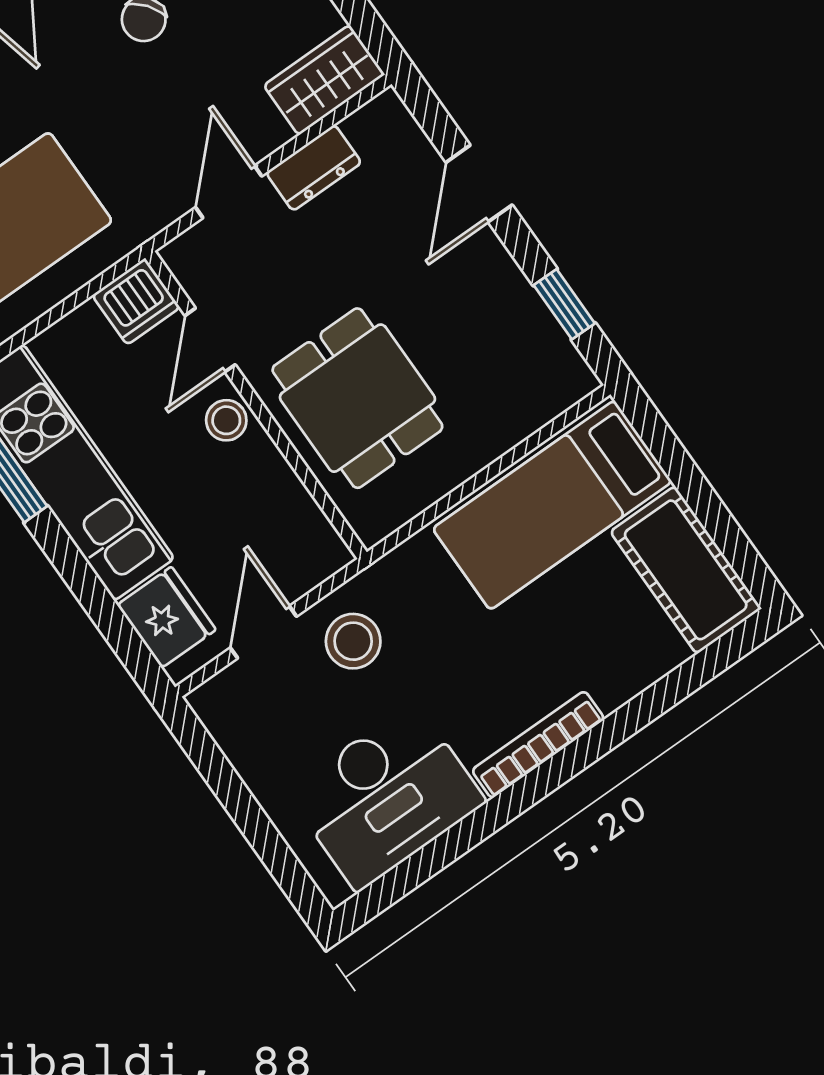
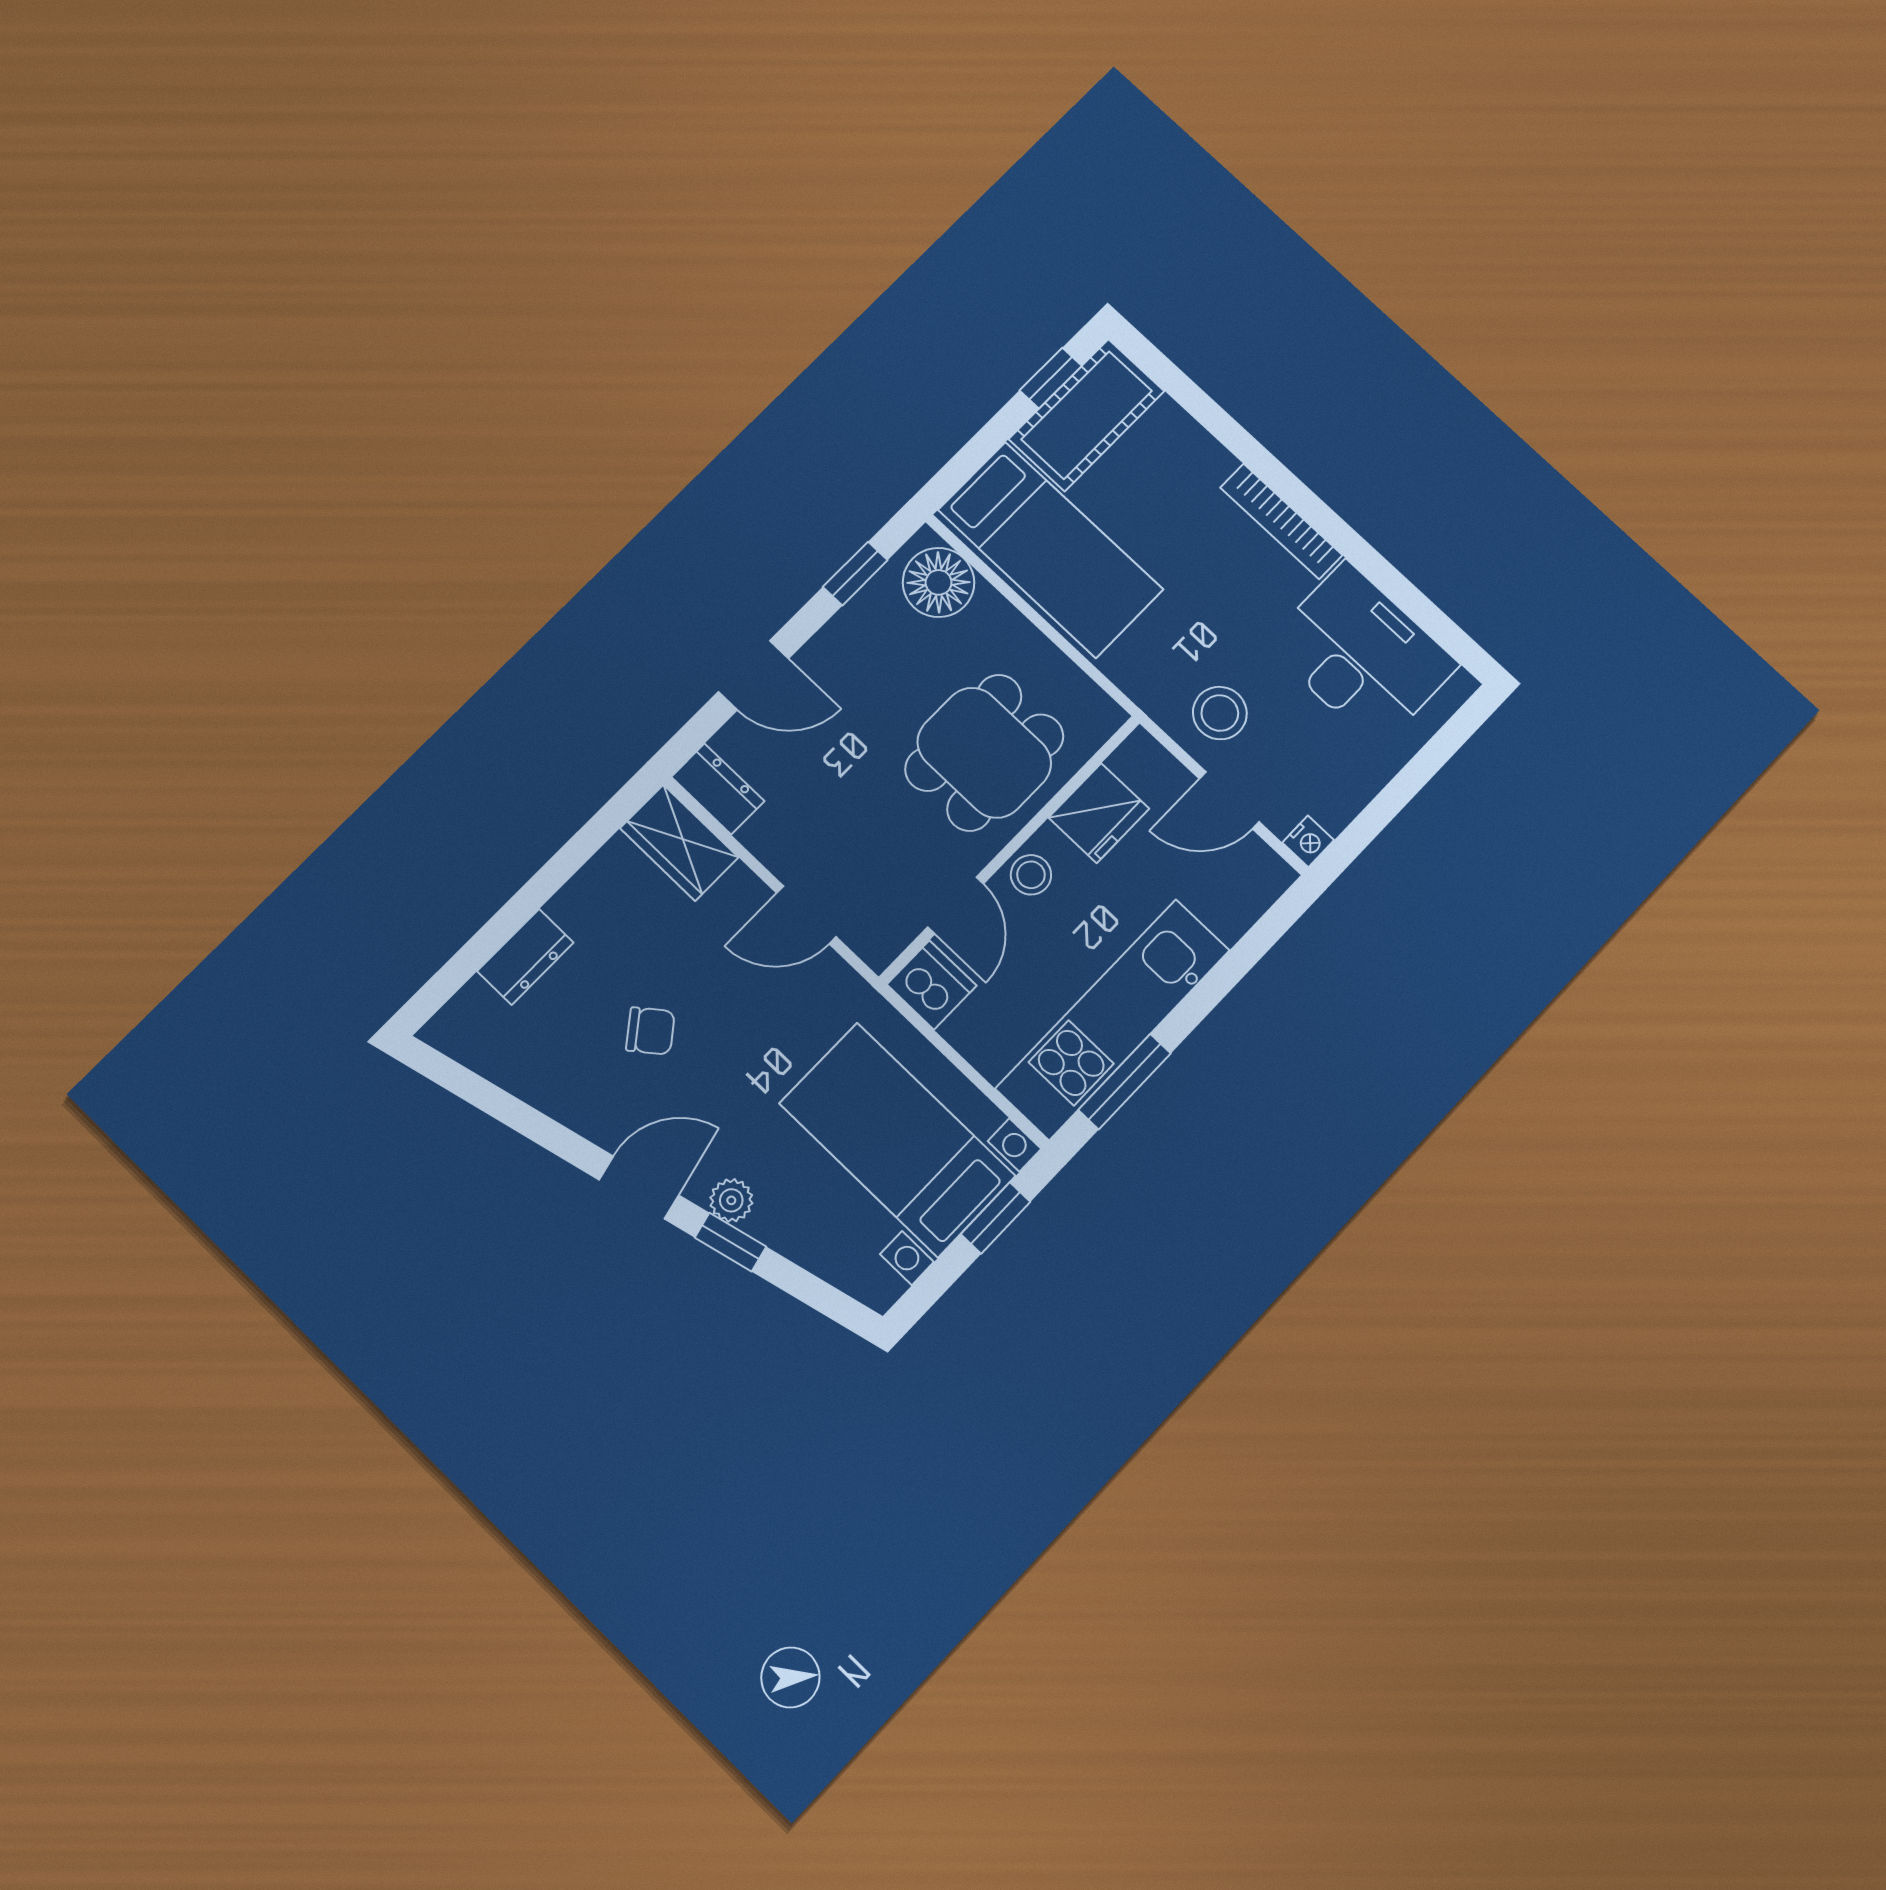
dresser: (314, 168) -> (718, 789), moved
door: (210, 340) -> (956, 905), hinge flipped
floor lamp: (539, 386) -> (939, 582), added
window: (731, 541) -> (1051, 378), added
fridge: (166, 617) -> (1099, 813), moved, turned 180
nightstand: (207, 702) -> (1308, 841), added

